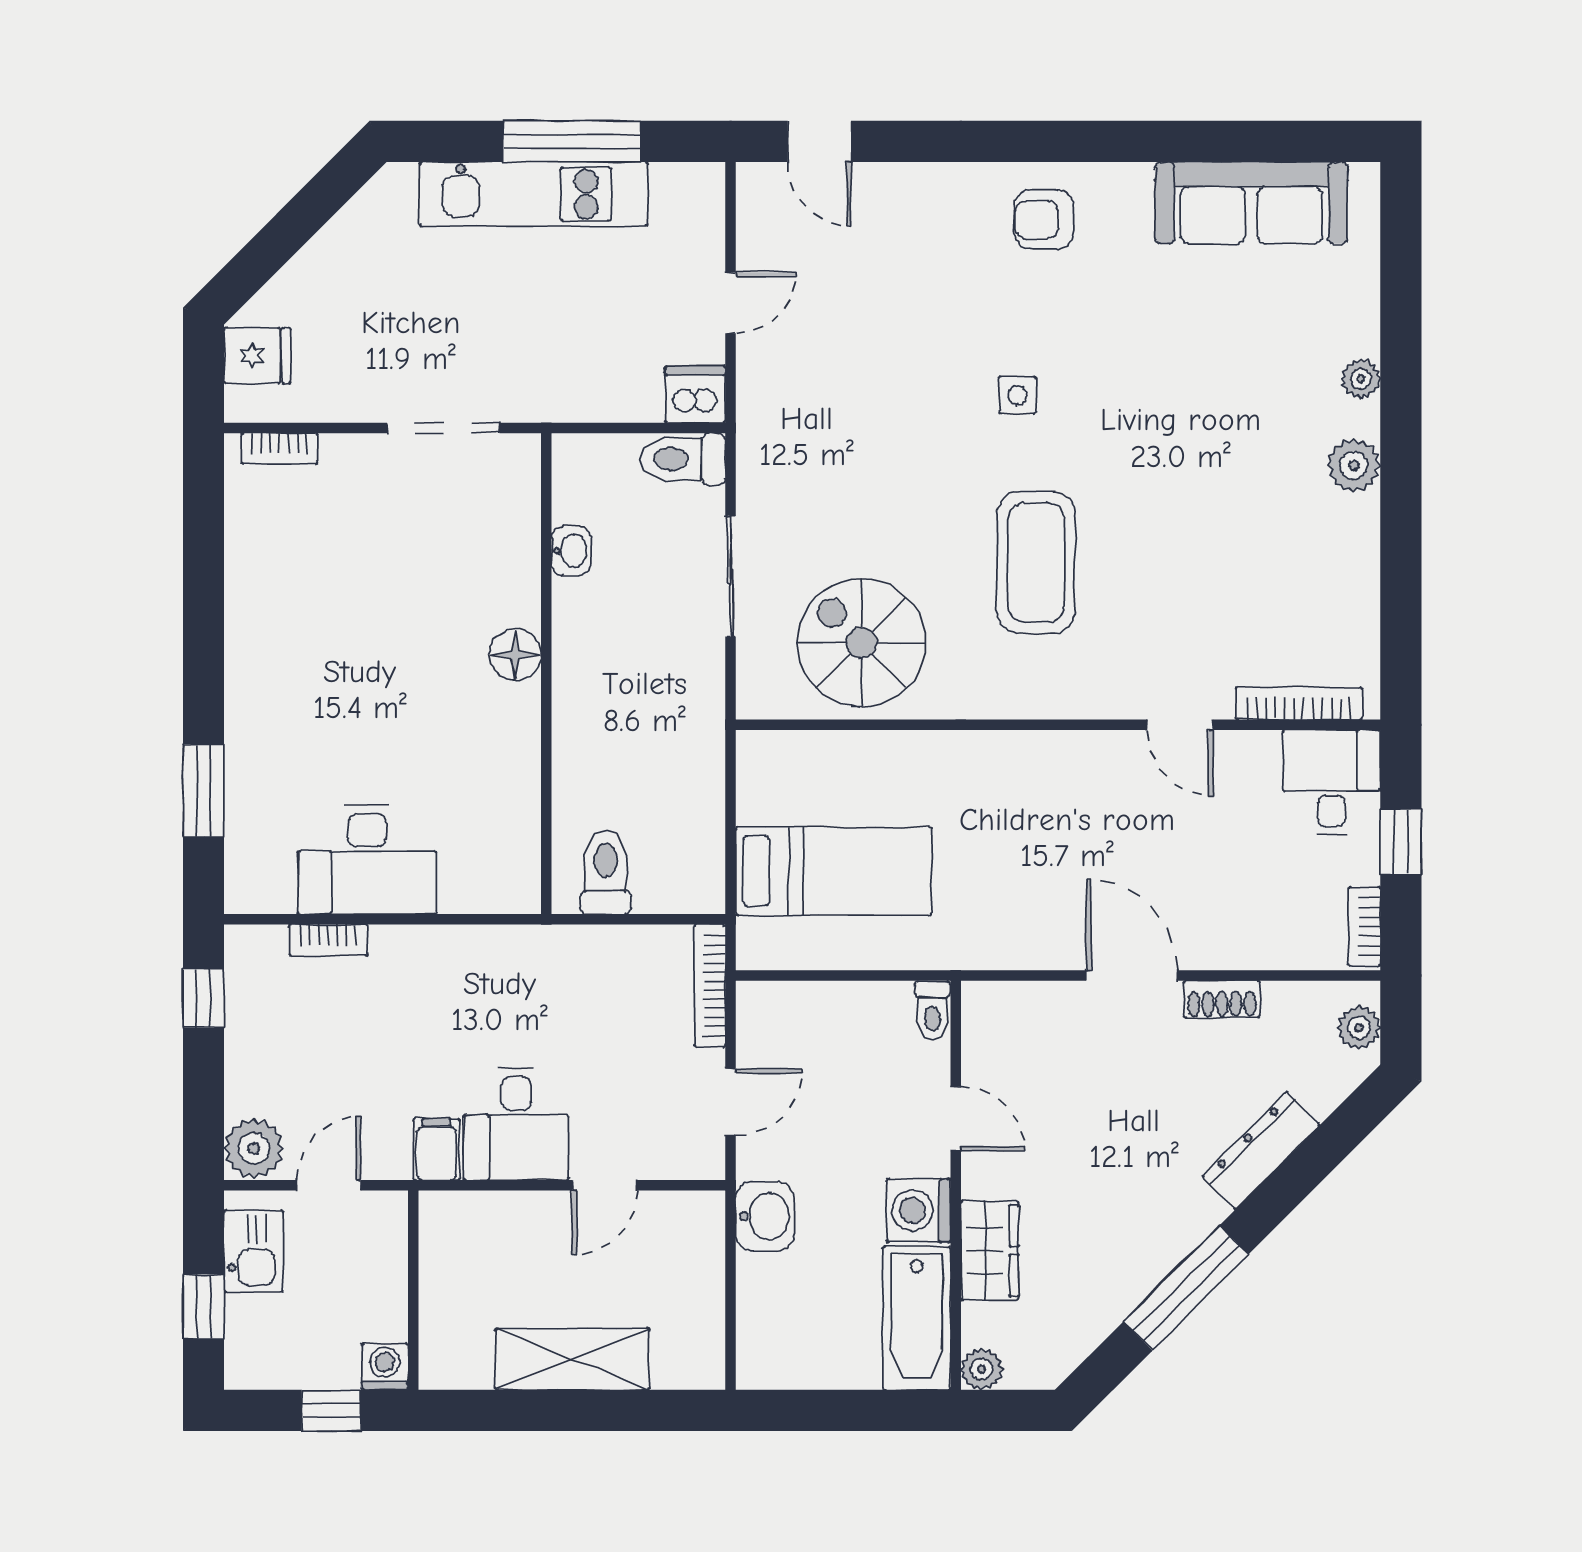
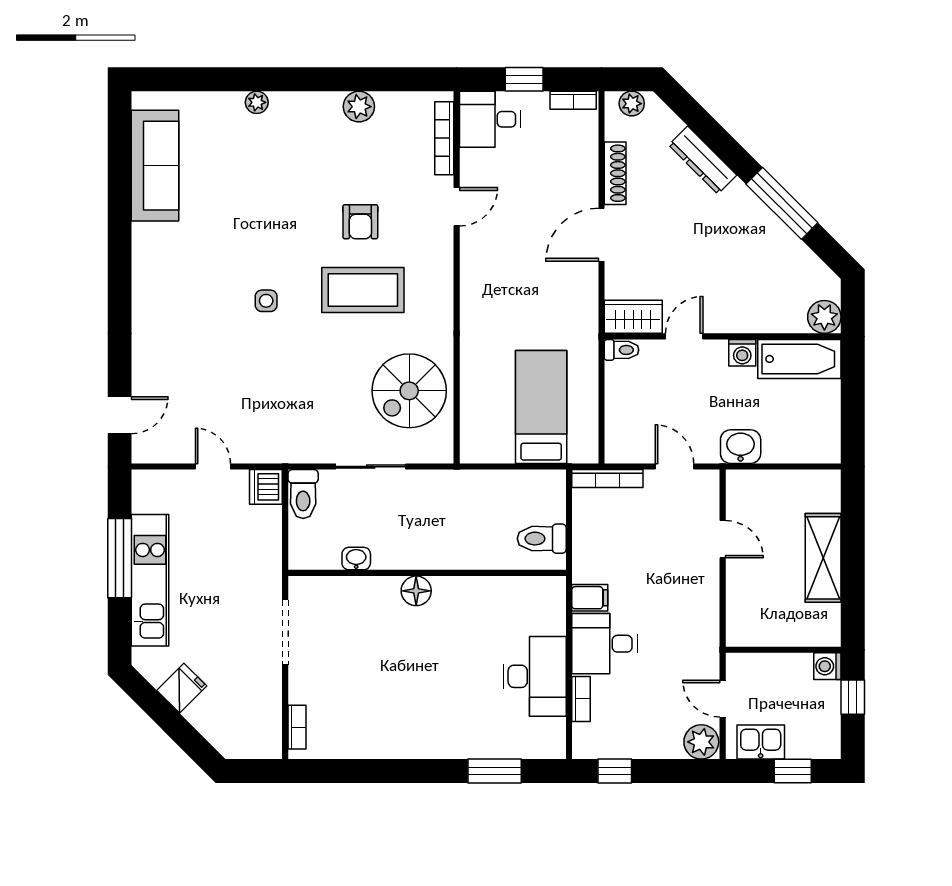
armchair: (1044, 219) -> (360, 222), moved
fridge: (257, 356) -> (182, 688), moved, turned 45
plant: (1354, 465) -> (359, 107), moved
shoe rack: (1222, 999) -> (615, 173), width x1.43
desk: (516, 1124) -> (605, 644), moved, turned 180
filing cabinet: (437, 1149) -> (590, 598), moved, turned 180
washing machine: (919, 1210) -> (742, 353), width x0.73, depth x0.73
wardrobe: (990, 1251) -> (633, 317), moved
plant: (982, 1369) -> (824, 317), width x1.38, depth x1.38

